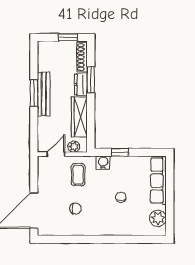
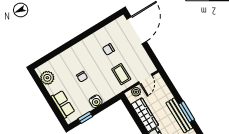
window: (120, 152) -> (85, 117), moved
water cooler: (103, 163) -> (96, 101), moved
row of seats: (158, 181) -> (63, 104), width x0.68

